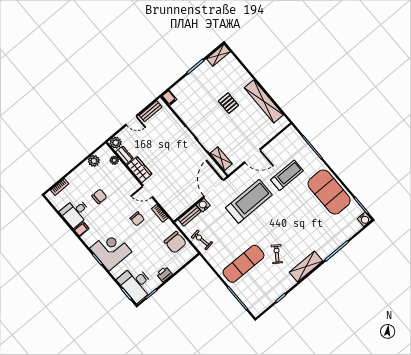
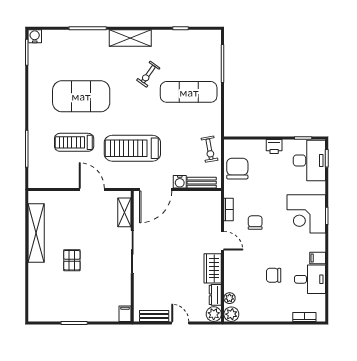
shelving: (218, 55) -> (42, 315), removed
plant: (94, 161) -> (231, 314), moved
exercise mat: (329, 192) -> (81, 96), moved, turned 90

